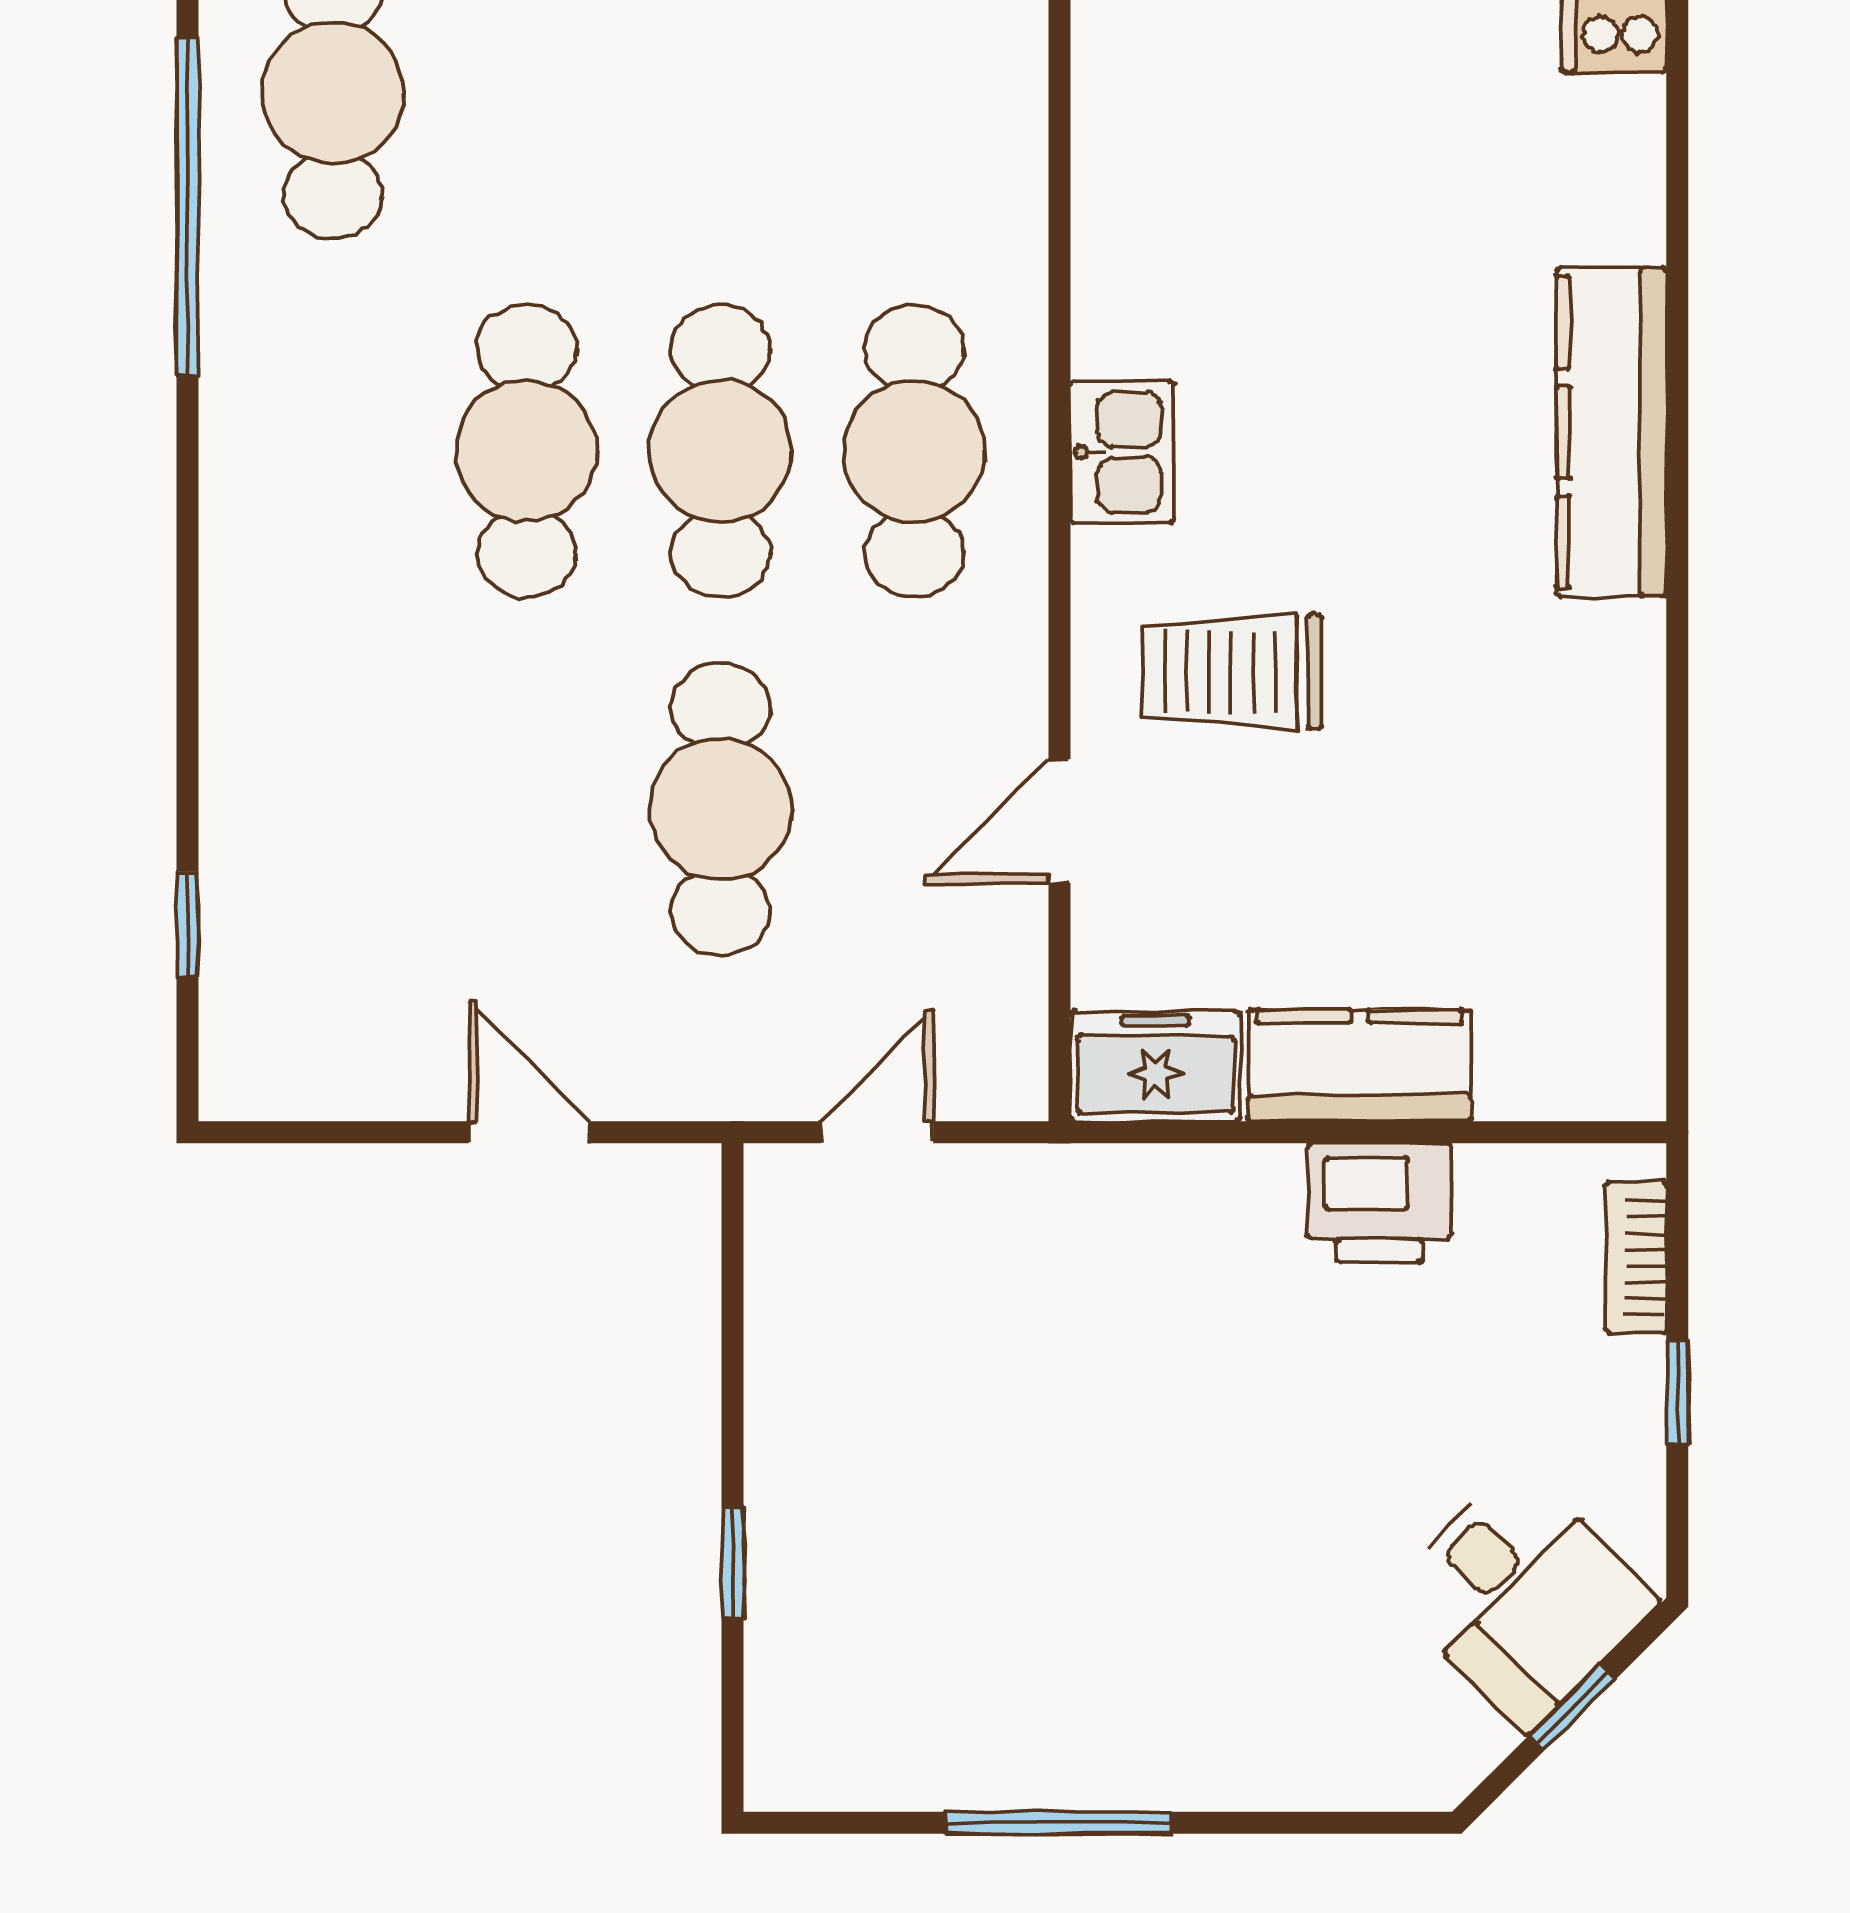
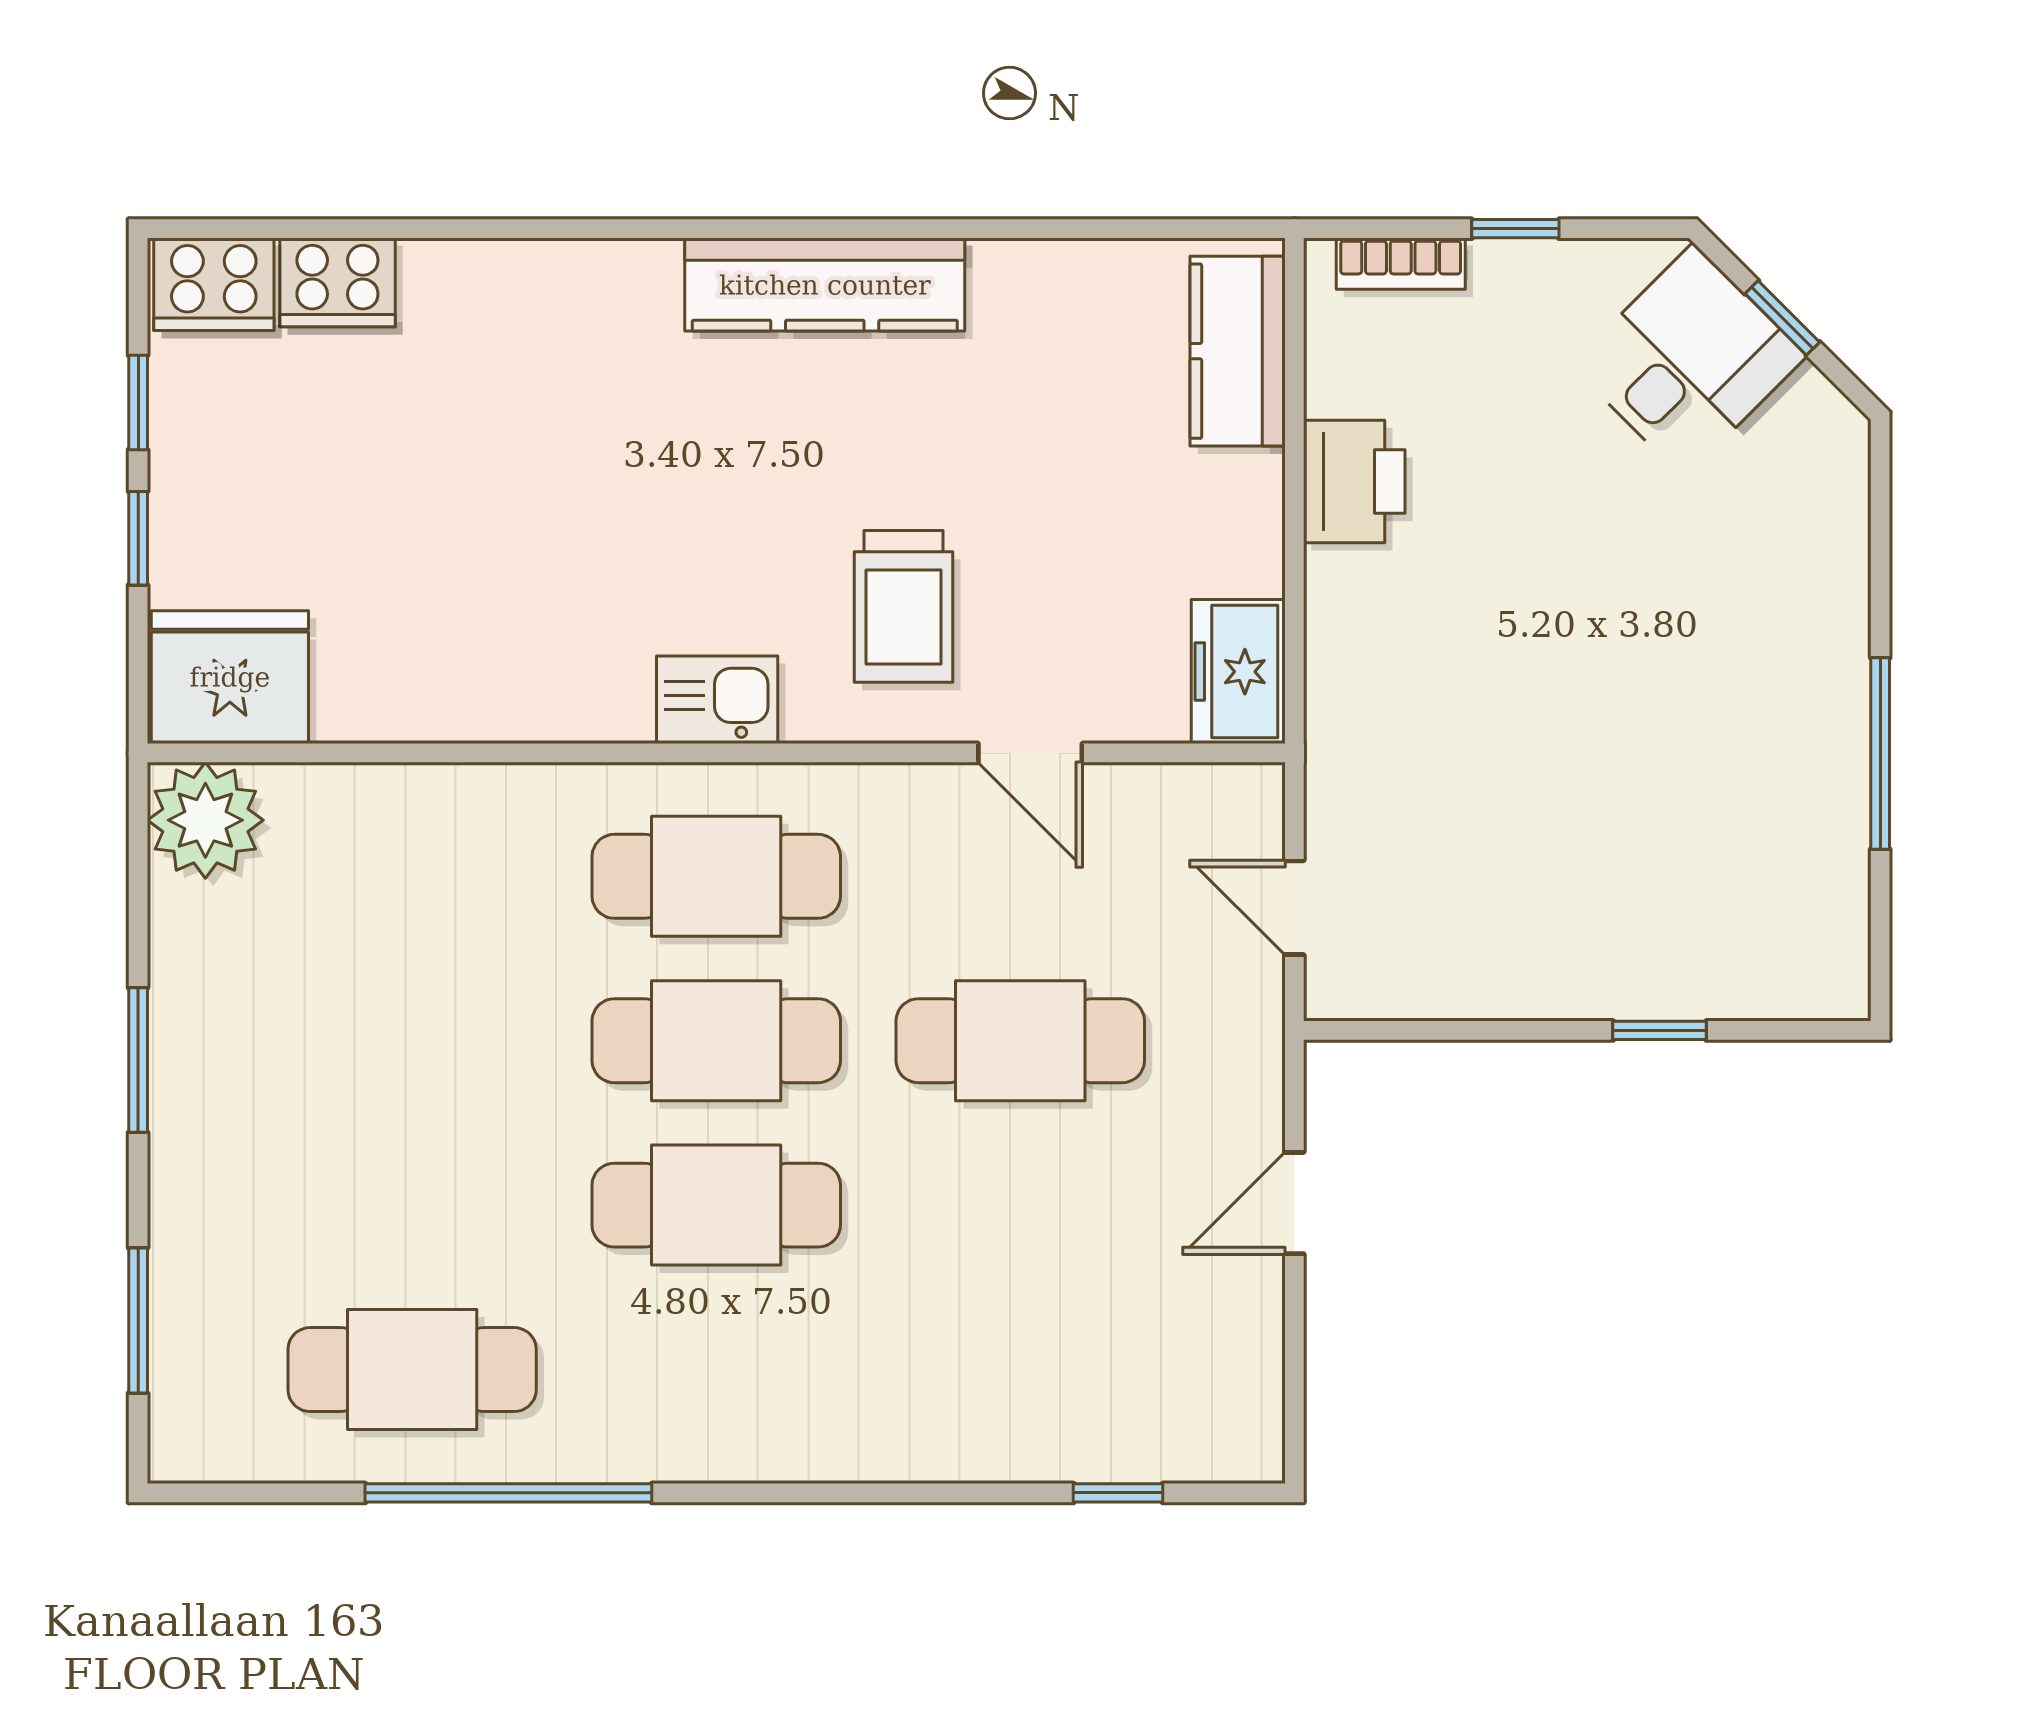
kitchen counter: (1611, 432) -> (825, 285), moved
kitchen counter: (1359, 1065) -> (1238, 351), moved

